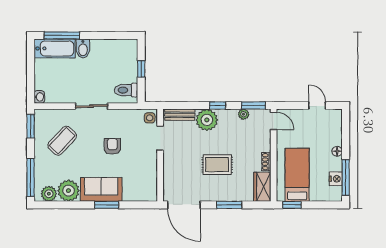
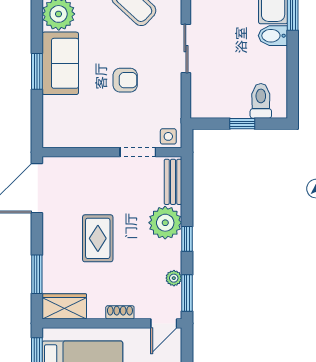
toilet: (126, 90) -> (261, 101), moved
shoe rack: (266, 162) -> (120, 312), moved
window: (229, 205) -> (37, 274), moved

